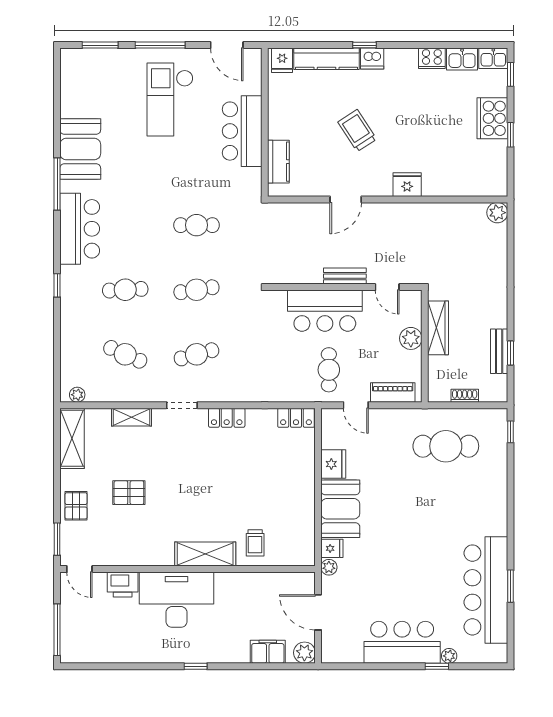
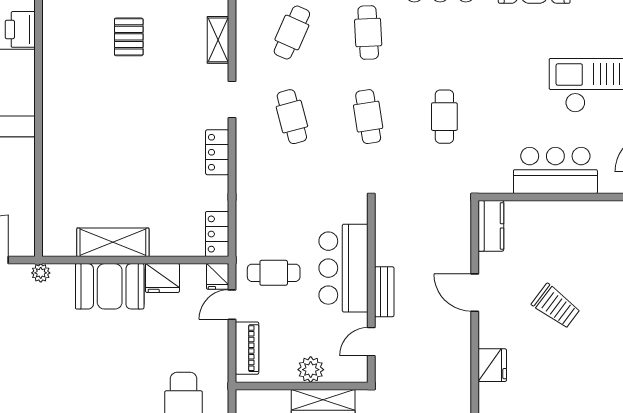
trolley: (357, 131) -> (556, 306), turned 70
kitchen counter: (278, 162) -> (491, 226), moved, turned -90
trolley: (255, 543) -> (69, 186), removed
fridge: (332, 548) -> (218, 276), moved
shelving: (205, 554) -> (113, 242), moved, turned 90

